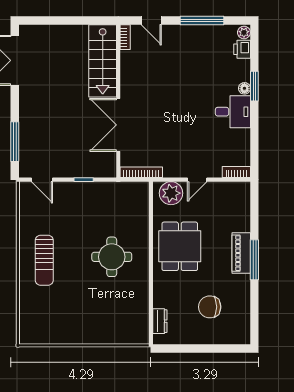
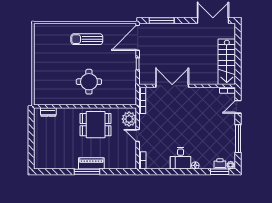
stairs: (103, 61) -> (227, 62), moved, turned -90
window: (254, 86) -> (220, 172), moved
door: (42, 180) -> (138, 38), width x1.87
chair: (210, 307) -> (57, 144), removed

